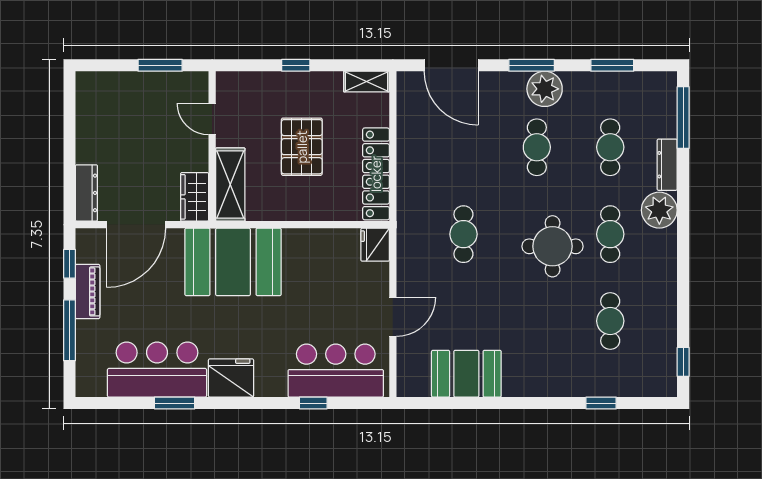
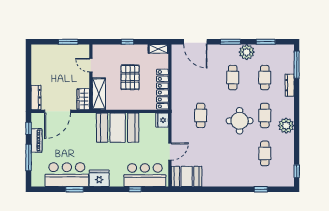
plant: (545, 89) -> (247, 52), moved
plant: (659, 210) -> (286, 126), moved
booth: (233, 262) -> (118, 128), moved
booth: (466, 374) -> (187, 176), moved

